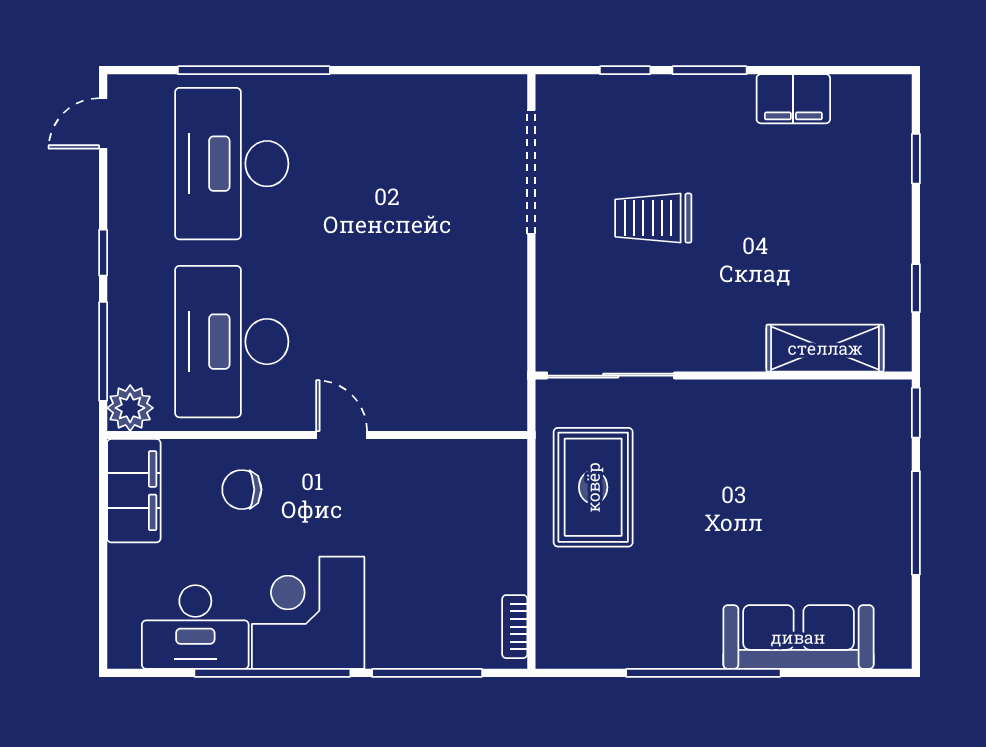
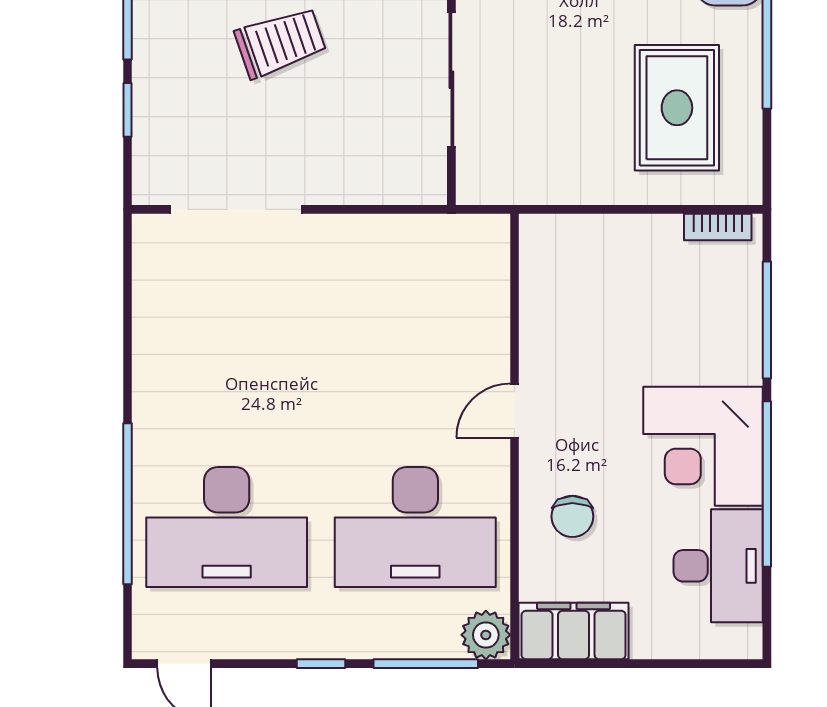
trolley: (653, 218) -> (280, 42), moved, turned -109
sliding door: (611, 376) -> (451, 80), moved
rug: (593, 487) -> (677, 108), moved, turned 90

